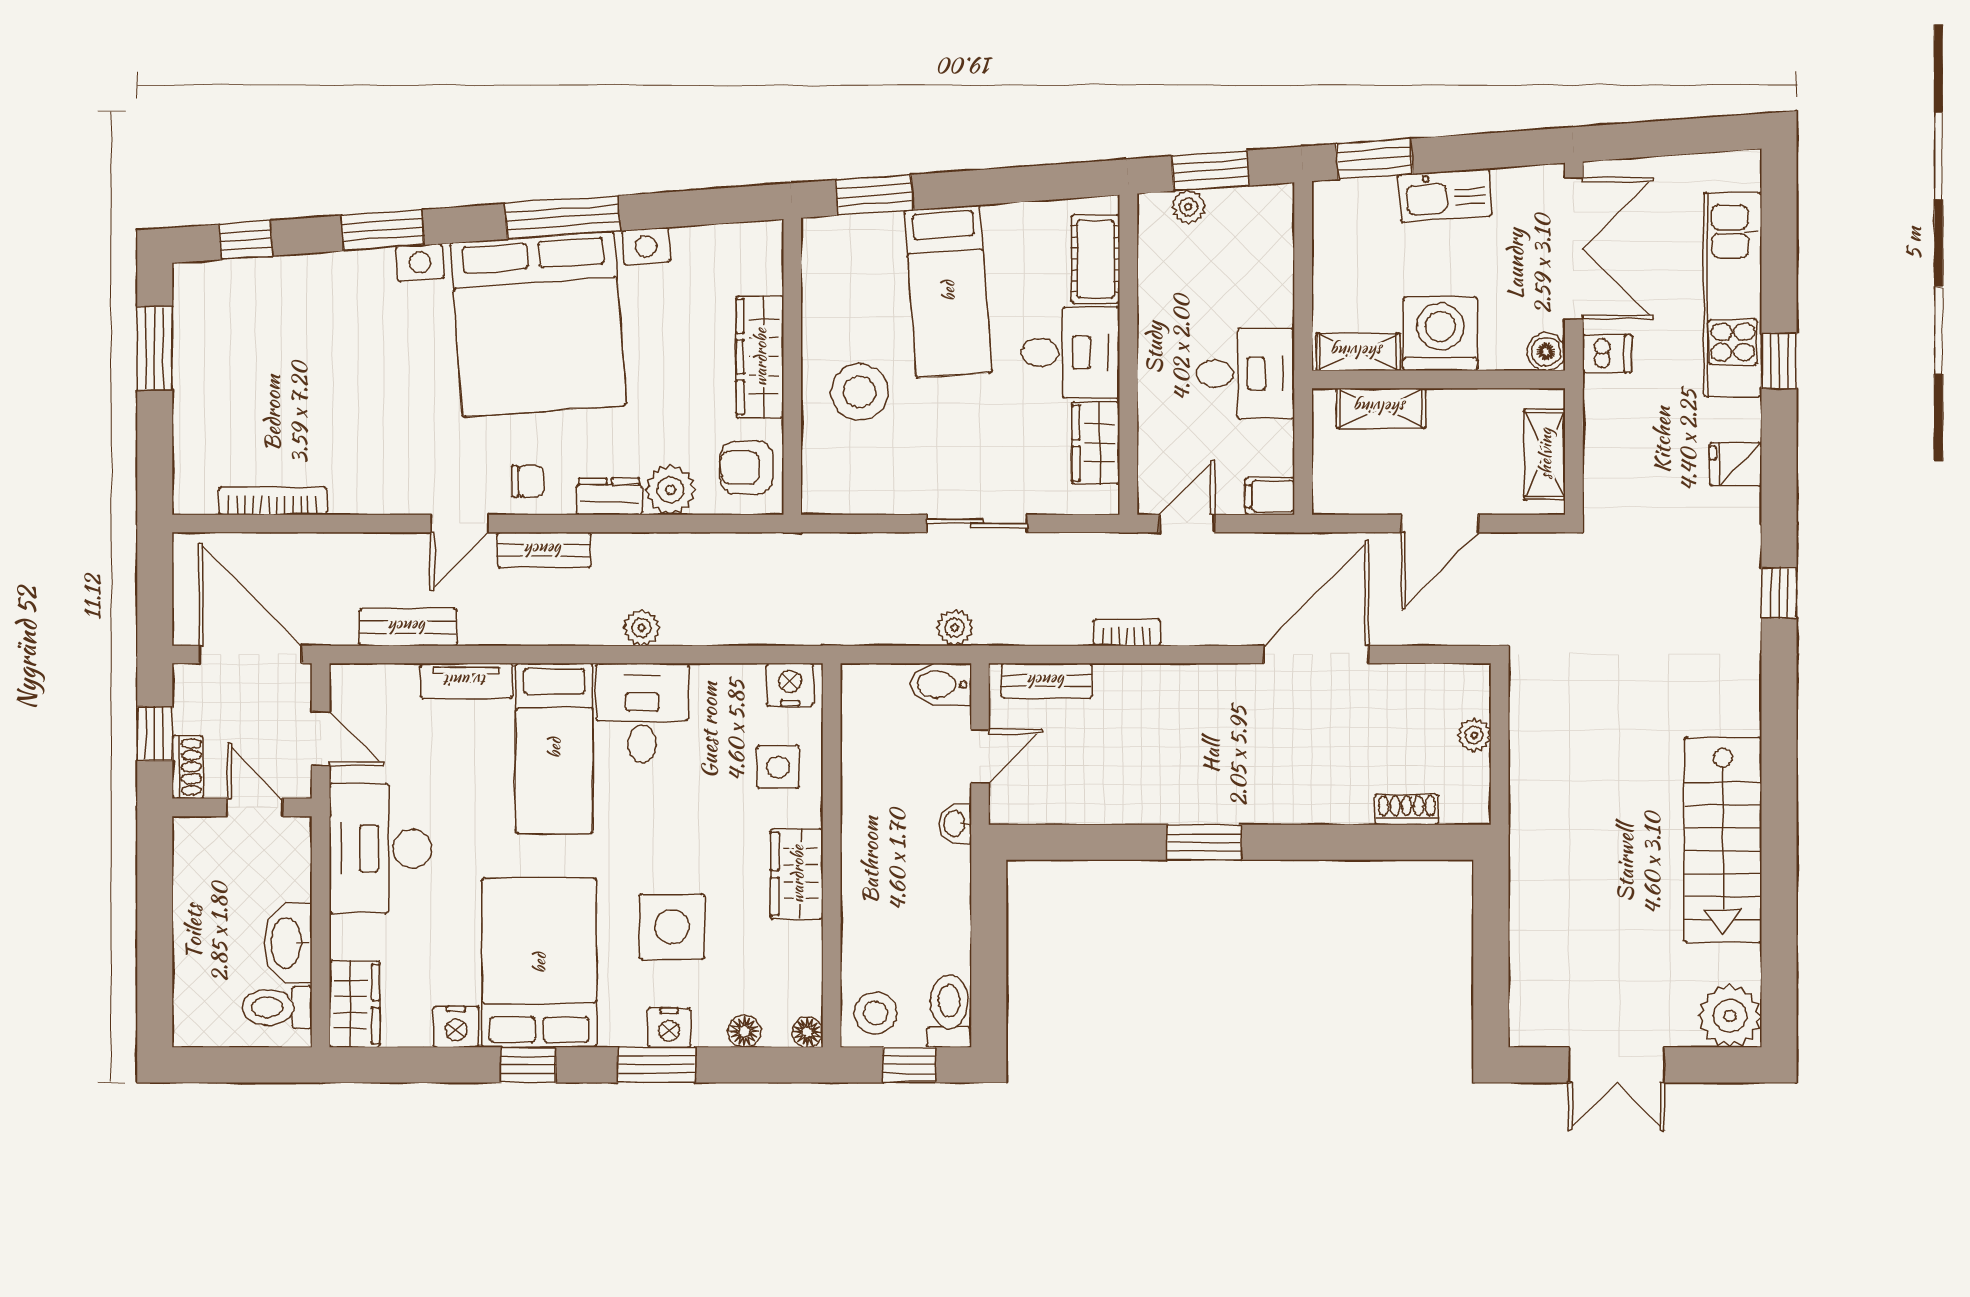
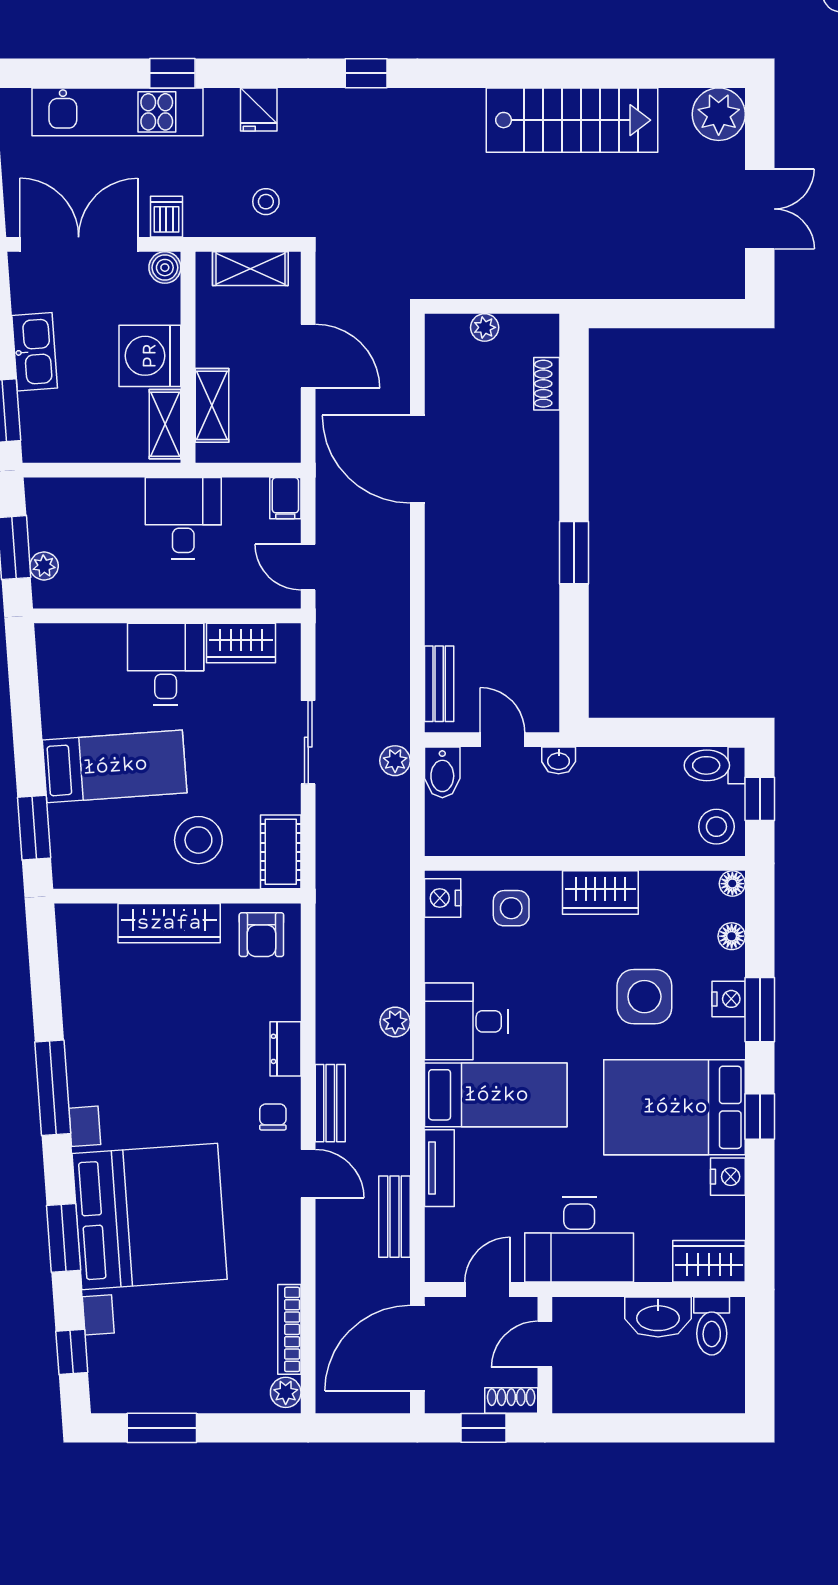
cot: (1096, 259) -> (281, 852), moved, turned 90
bed with nightstands: (538, 324) -> (150, 1216), moved
stool: (1625, 473) -> (266, 202), added
plant: (671, 490) -> (286, 1392), moved, width x0.73, depth x0.73
bookcase: (1127, 632) -> (399, 617), removed

